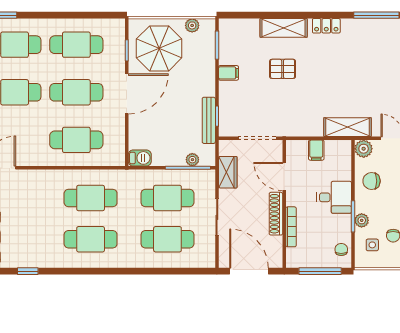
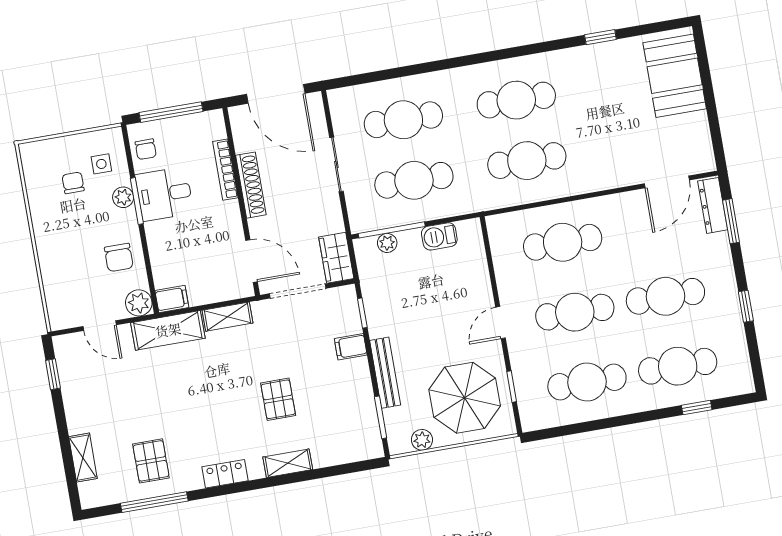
shelving: (284, 28) -> (288, 463), width x0.67, depth x0.75
pallet: (374, 43) -> (151, 461), added
pallet: (283, 69) -> (278, 399), turned 90
filing cabinet: (228, 73) -> (351, 347), moved
door: (127, 94) -> (501, 323), width x0.53
bench: (209, 120) -> (385, 373), moved
shelving: (306, 129) -> (228, 317), added
filing cabinet: (316, 150) -> (172, 299), moved, turned 90
barbecue: (140, 158) -> (439, 236), moved
wardrobe: (228, 172) -> (336, 258), moved
door: (284, 177) -> (252, 261), moved
chair: (372, 181) -> (119, 258), turned 90
desk: (334, 197) -> (164, 194), moved

